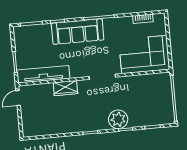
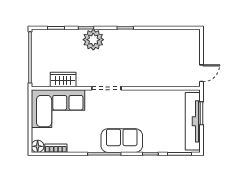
floor lamp: (160, 19) -> (38, 146), added
sofa: (78, 32) -> (122, 141), width x0.73
tv unit: (43, 74) -> (193, 121), moved, turned 90
wardrobe: (65, 88) -> (63, 79), moved

